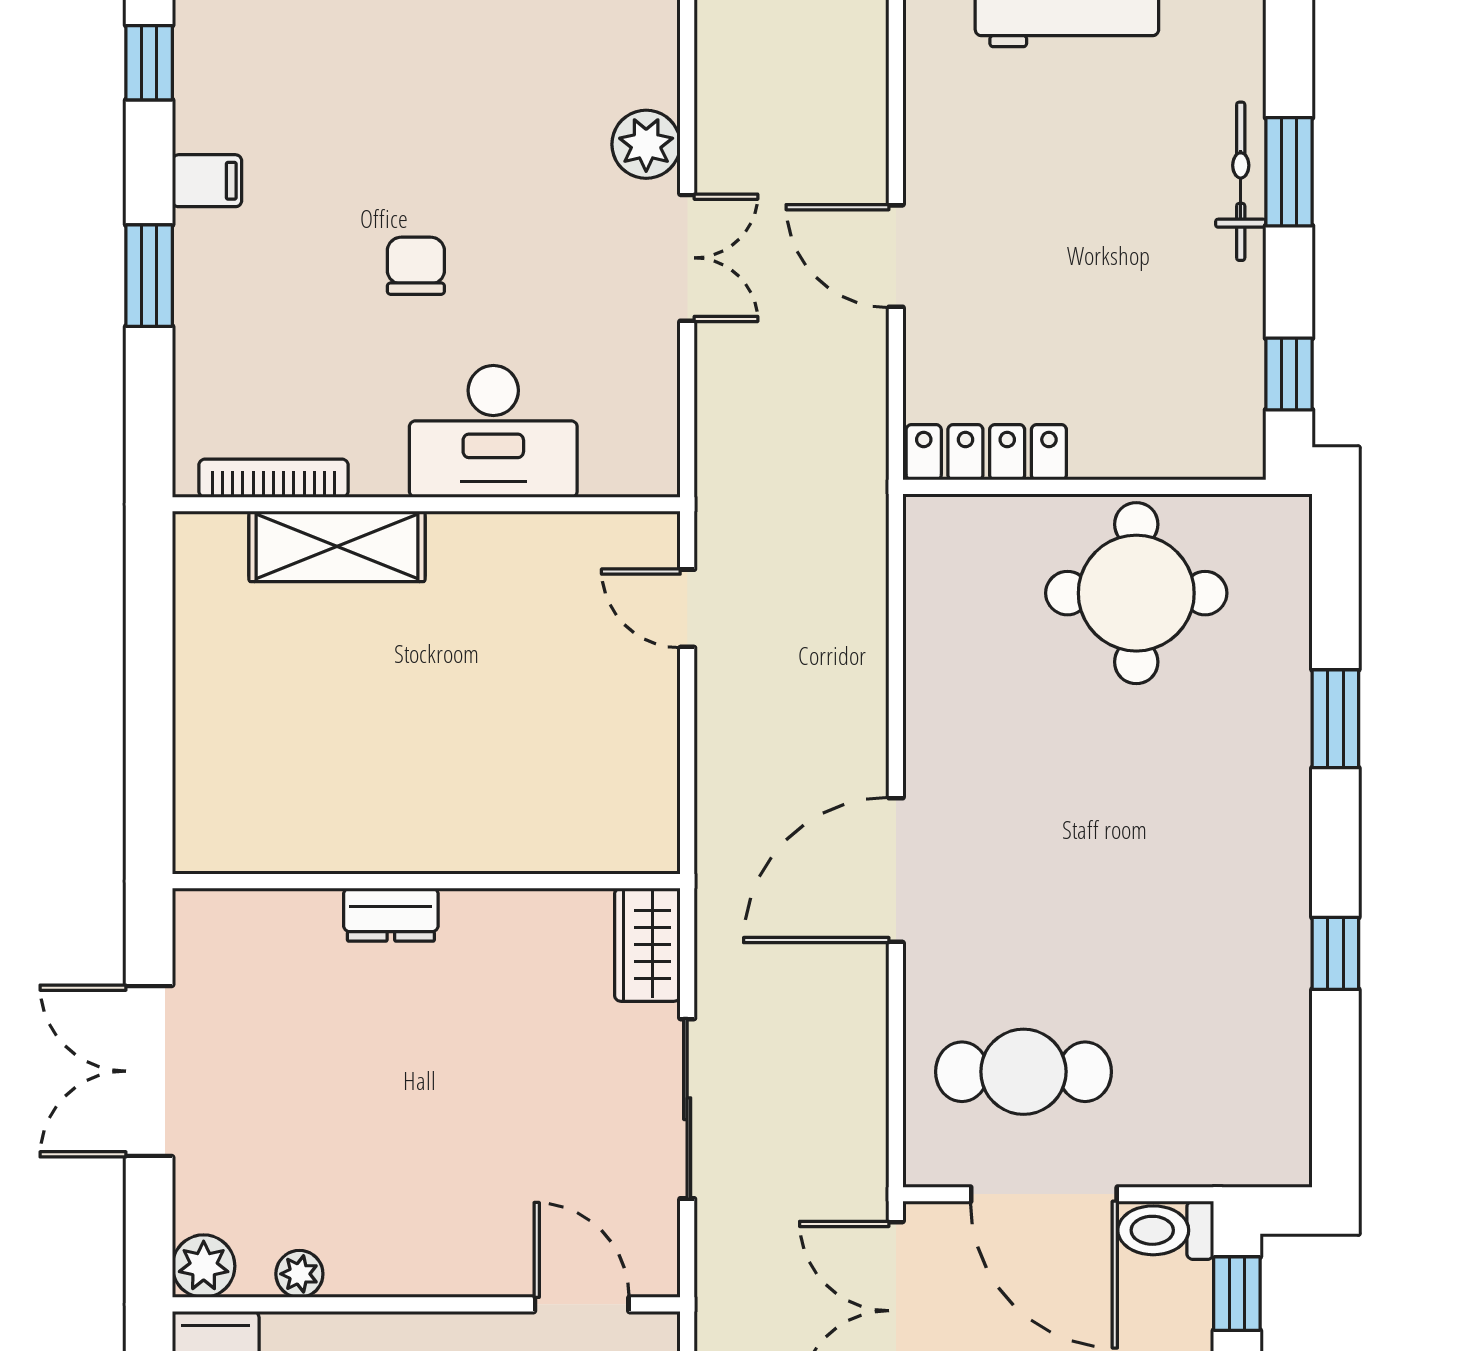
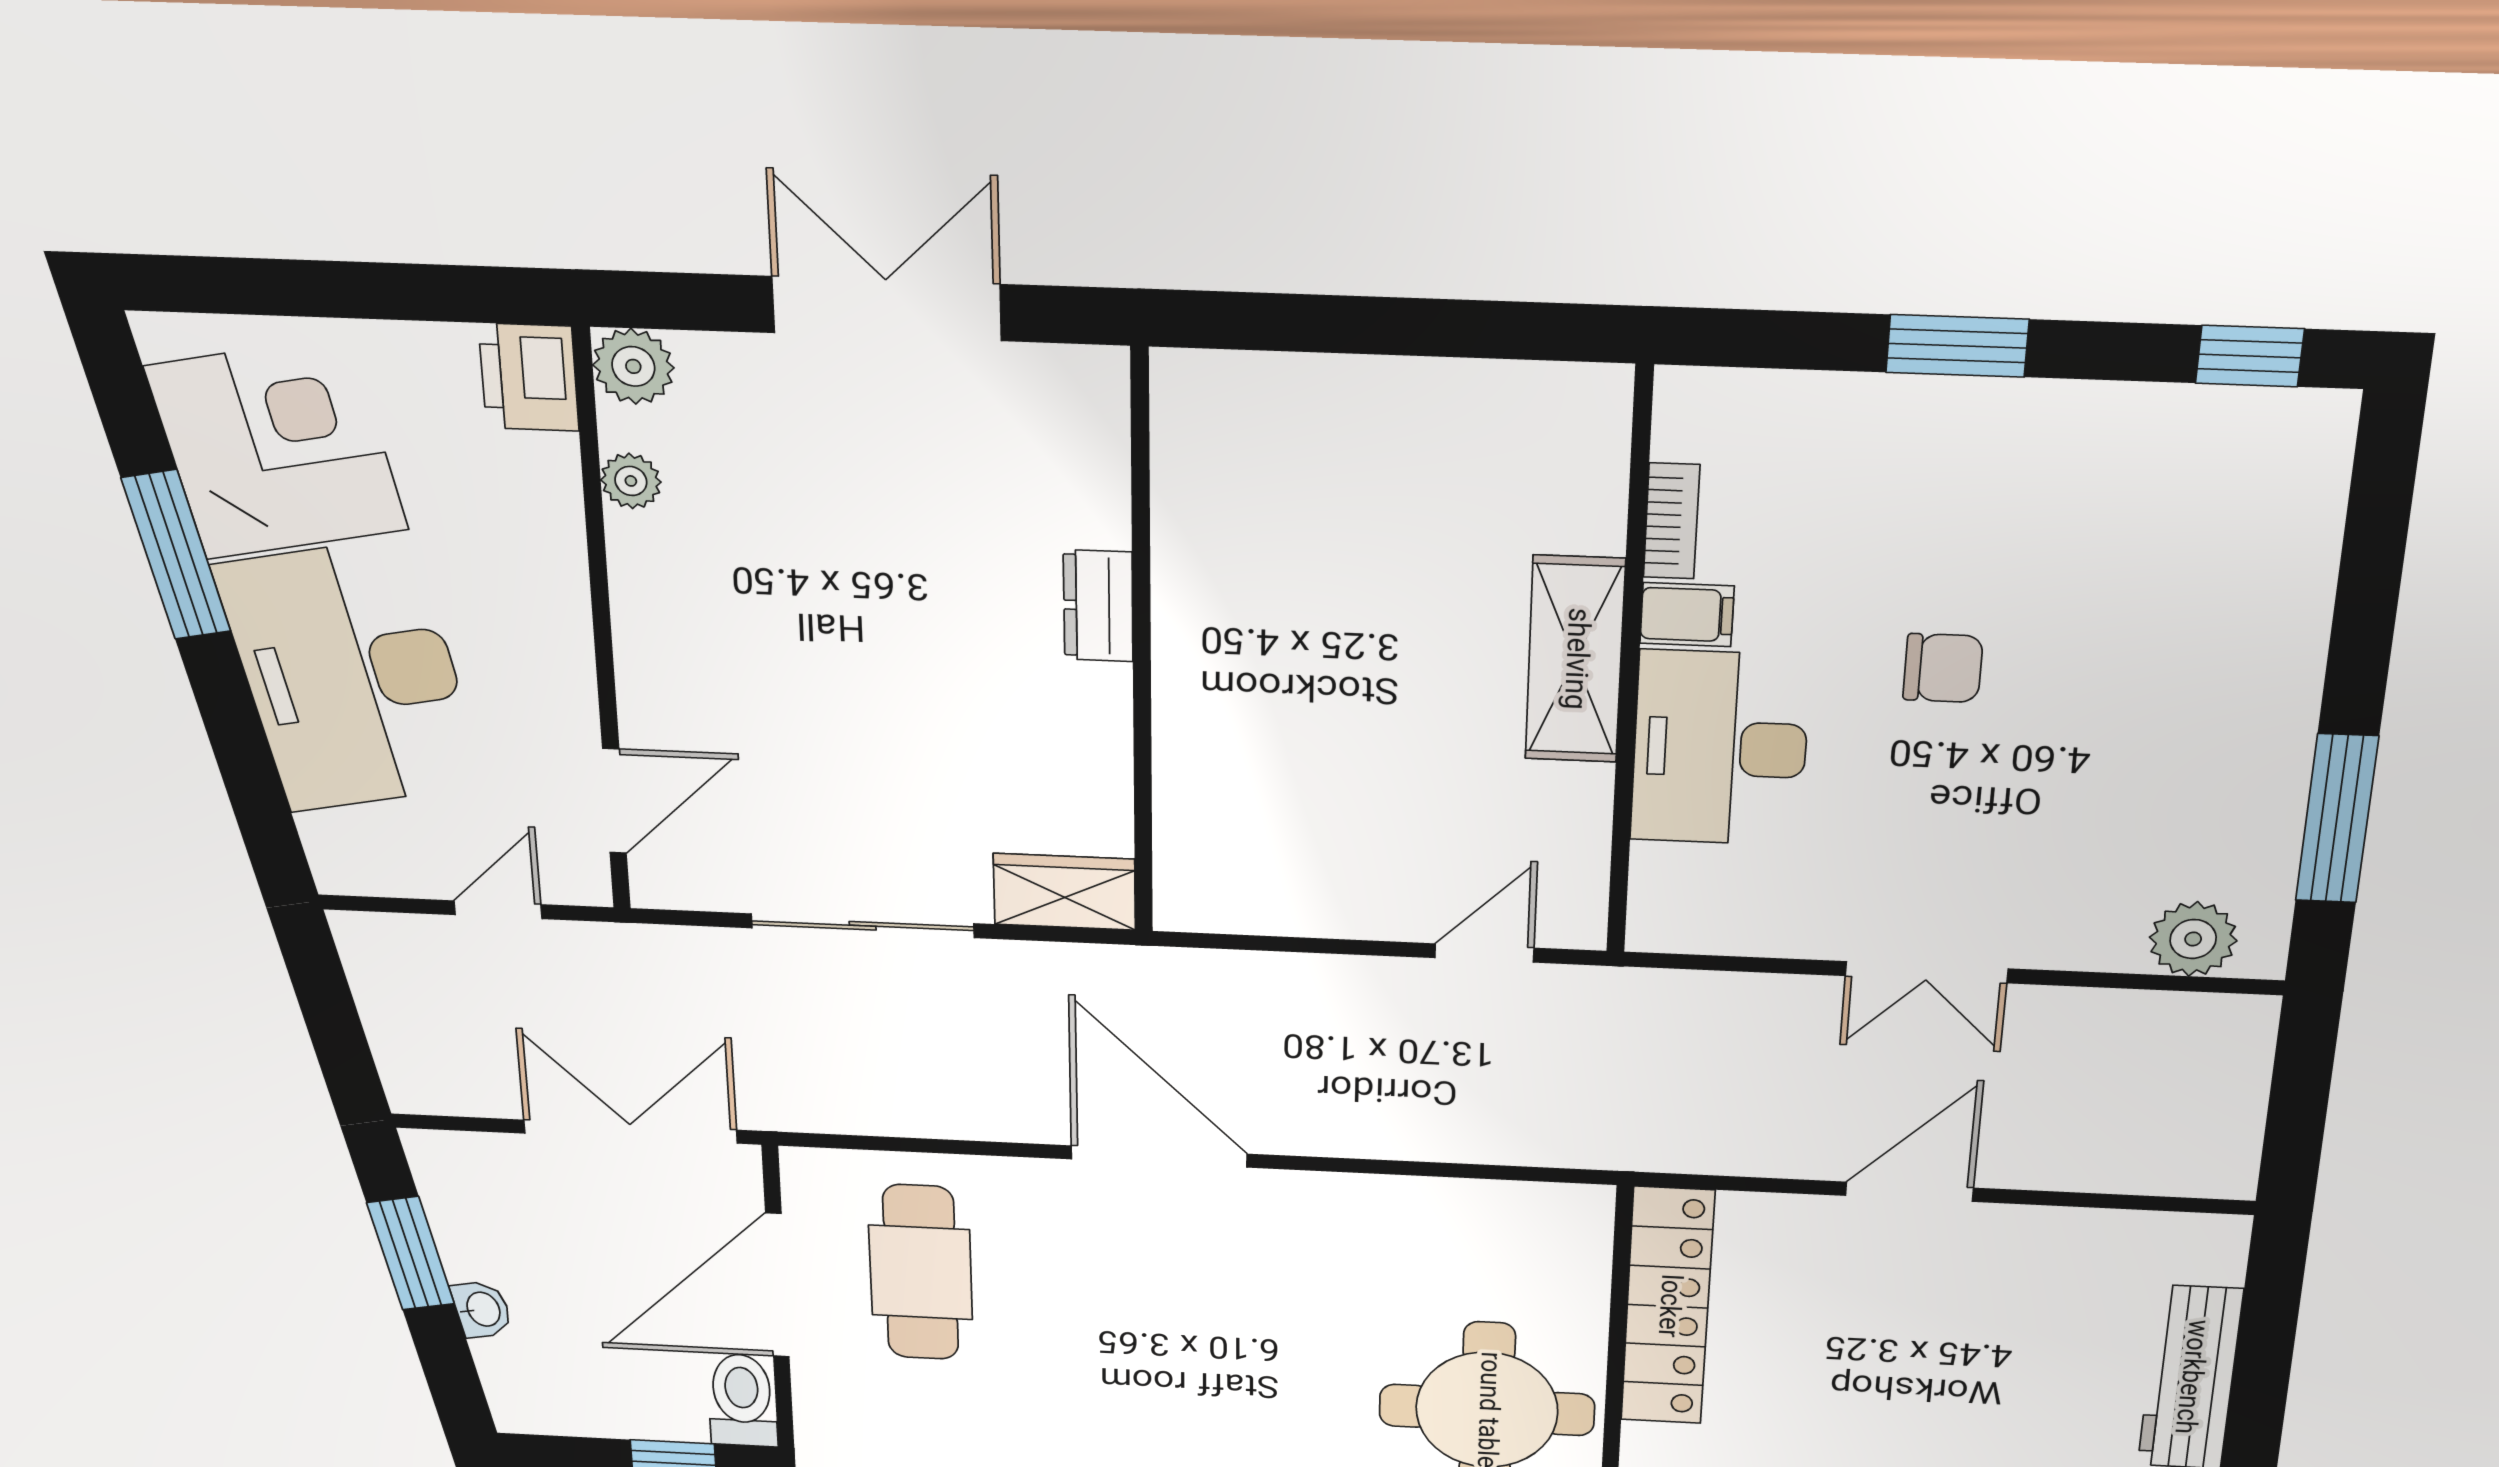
plant: (646, 144) -> (2193, 939), moved
filing cabinet: (207, 181) -> (1687, 615), moved, turned -90
locker: (986, 452) -> (1668, 1306), width x1.41, depth x1.21
bookcase: (273, 478) -> (1672, 521), width x0.64
shelving: (337, 546) -> (1575, 659), moved

